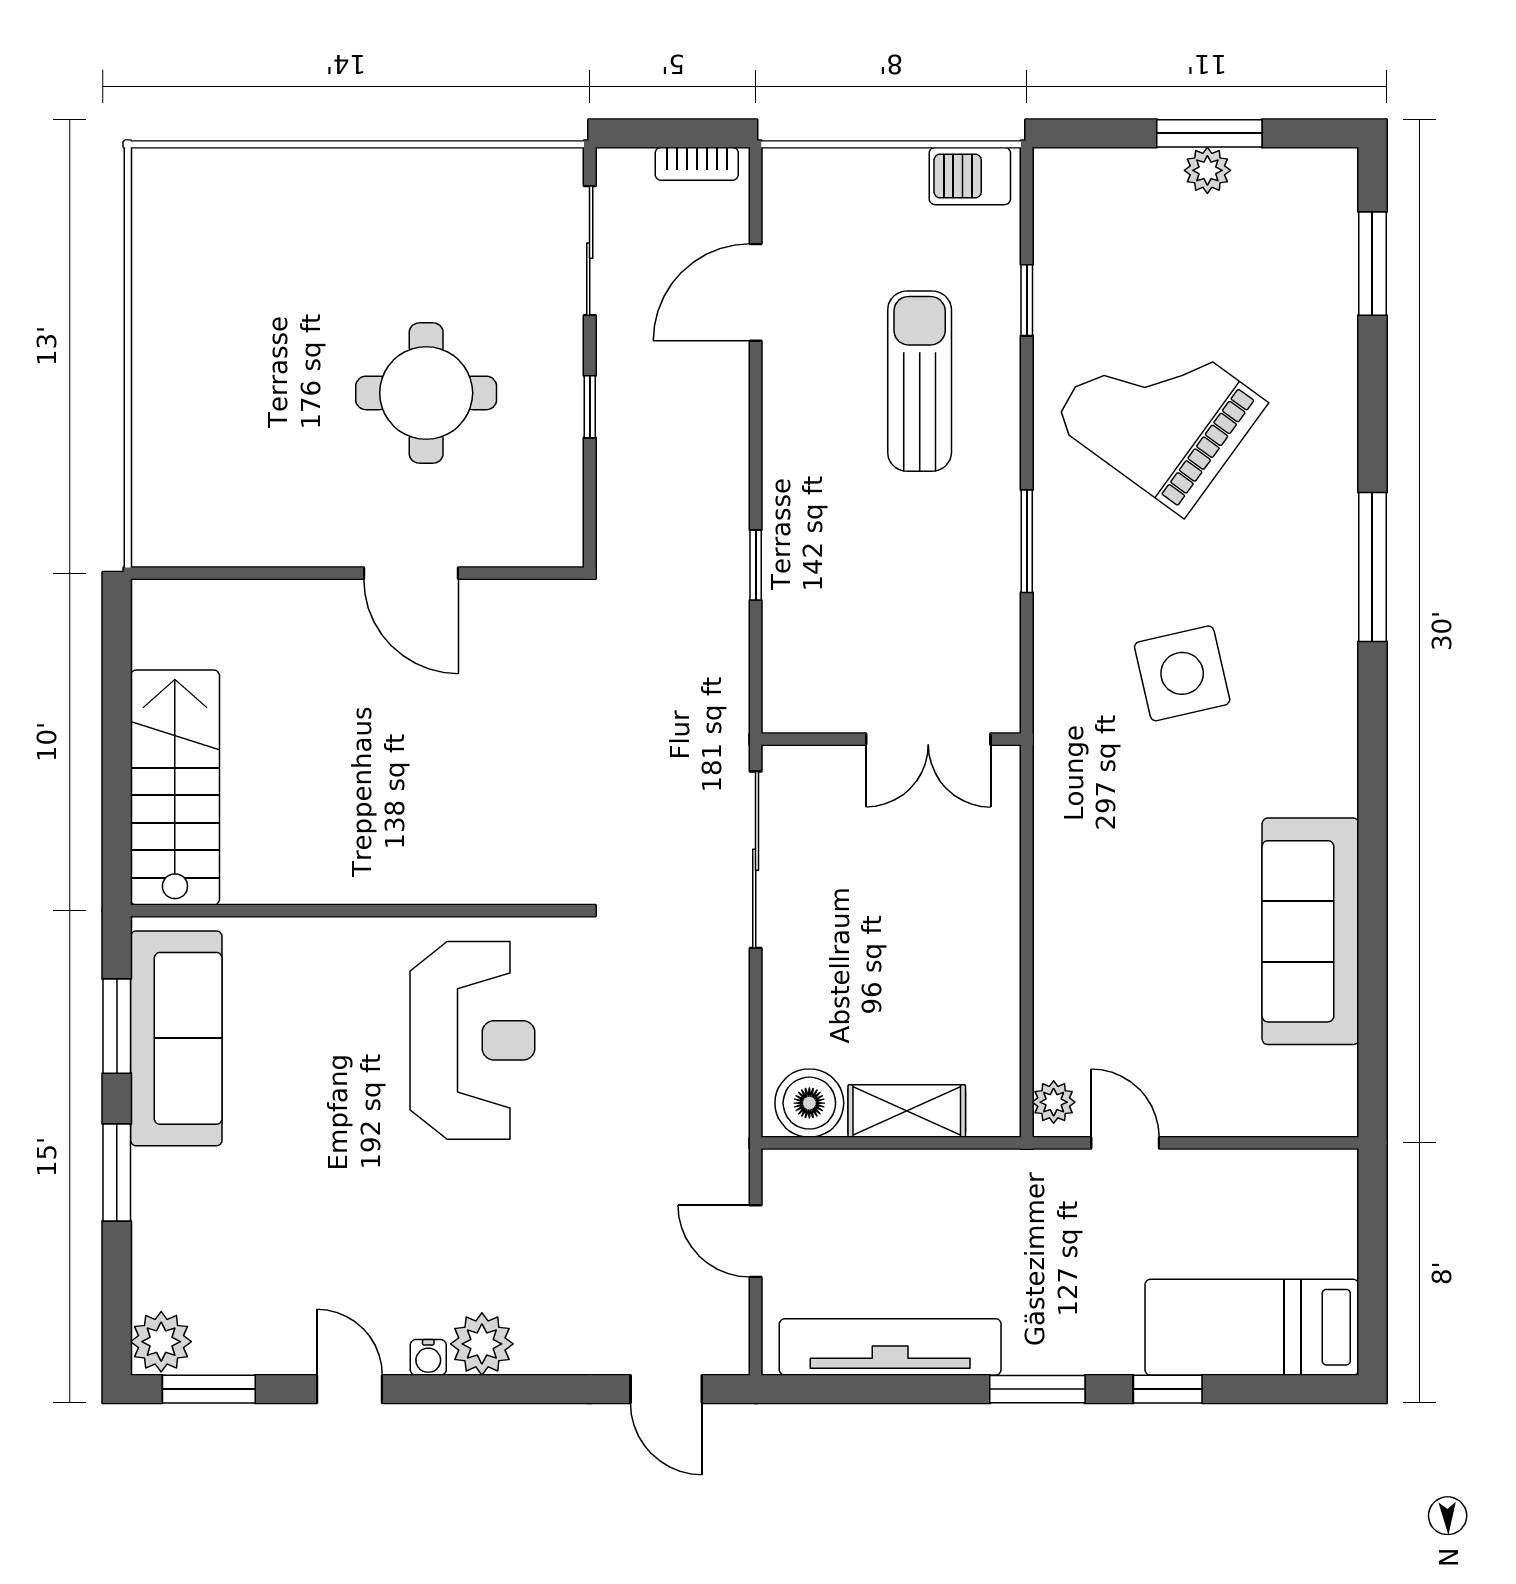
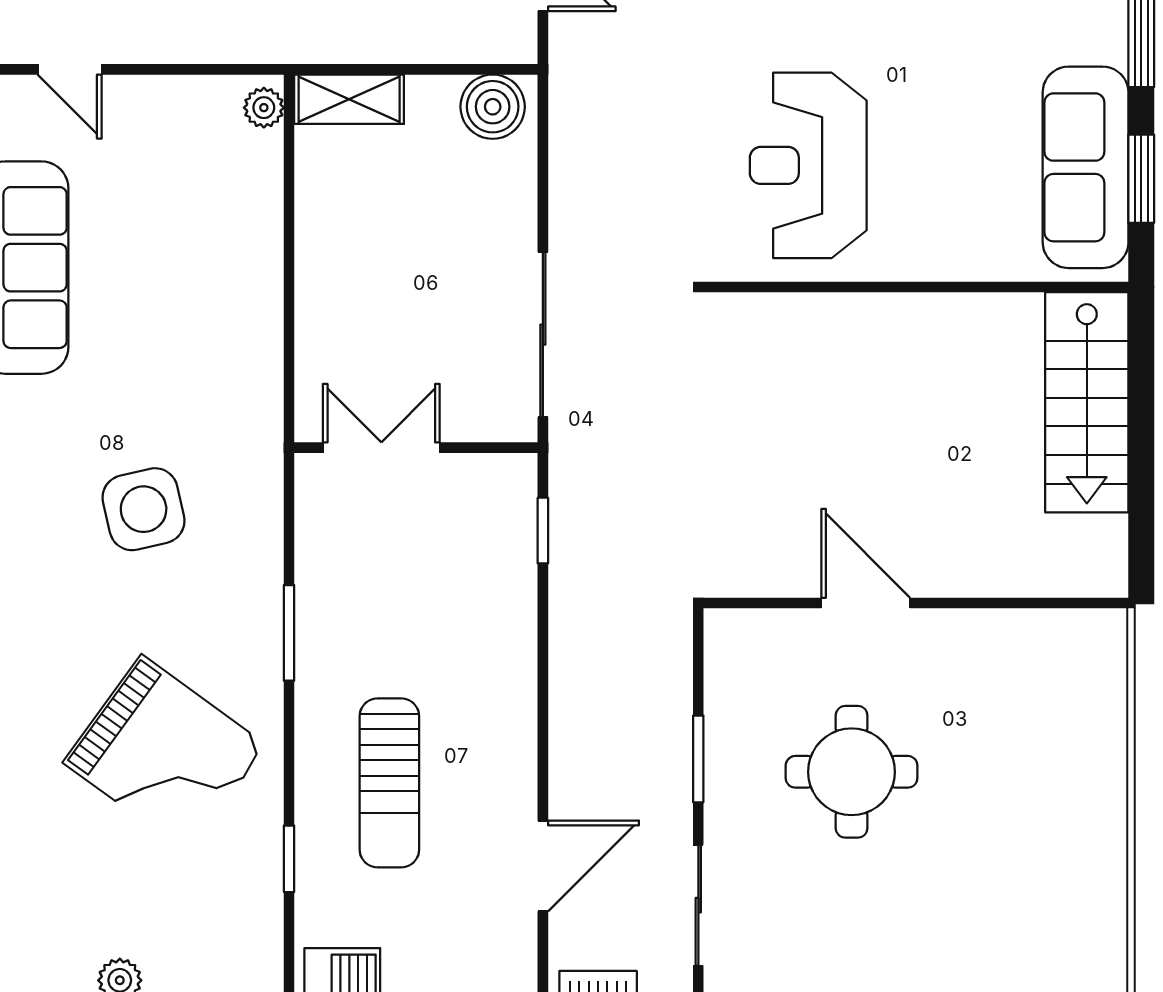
window: (590, 407) -> (698, 759), width x1.50
window: (756, 565) -> (543, 531), moved
shelving: (907, 1111) -> (349, 99), moved
door: (1125, 1143) -> (70, 69), moved

